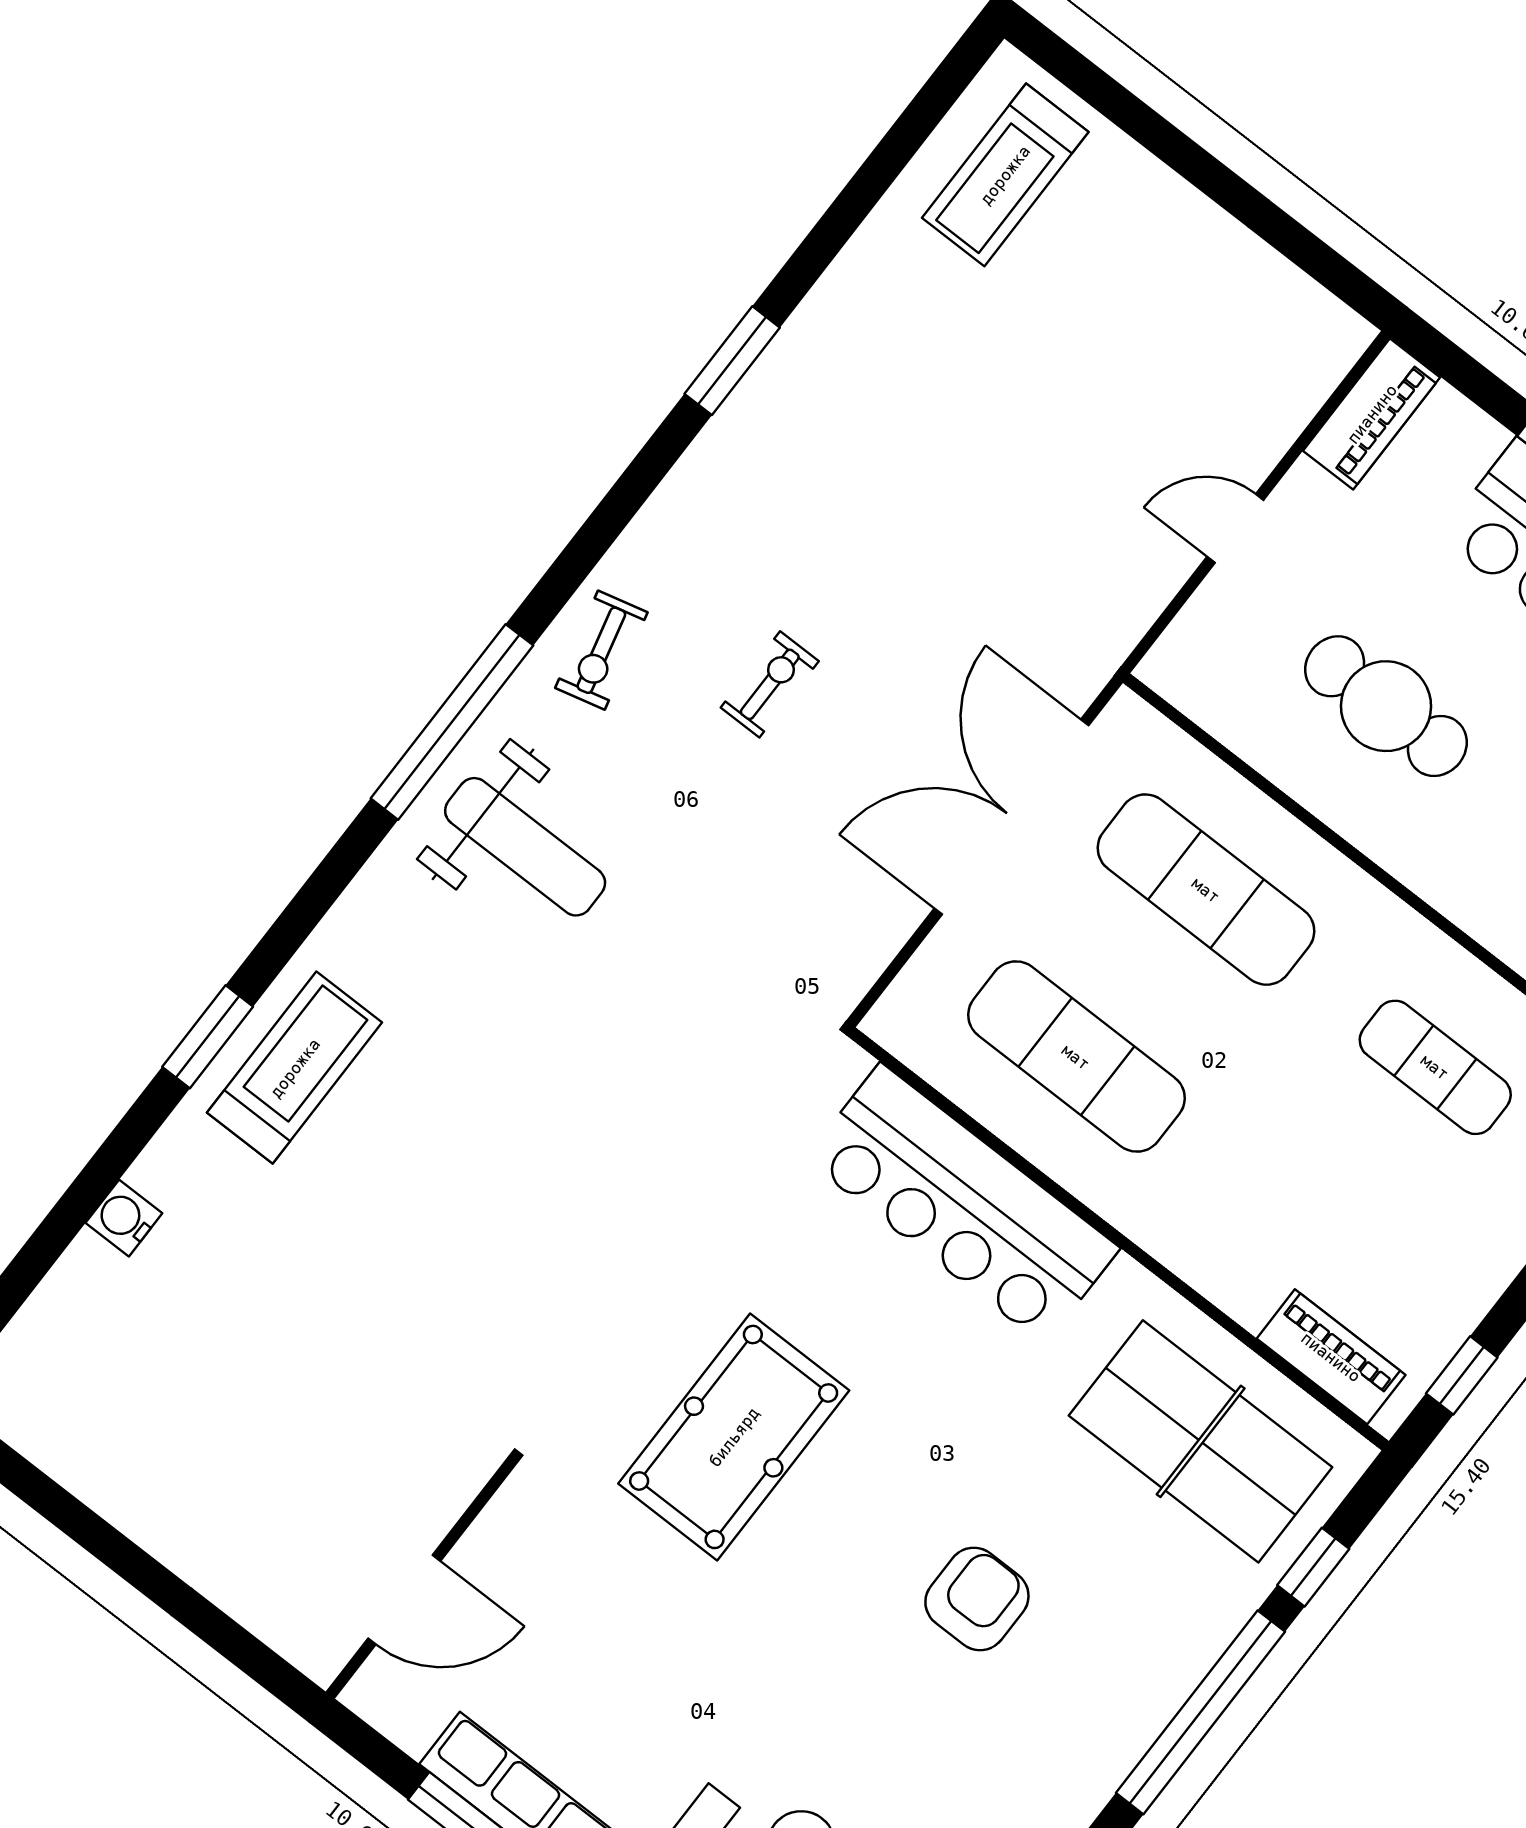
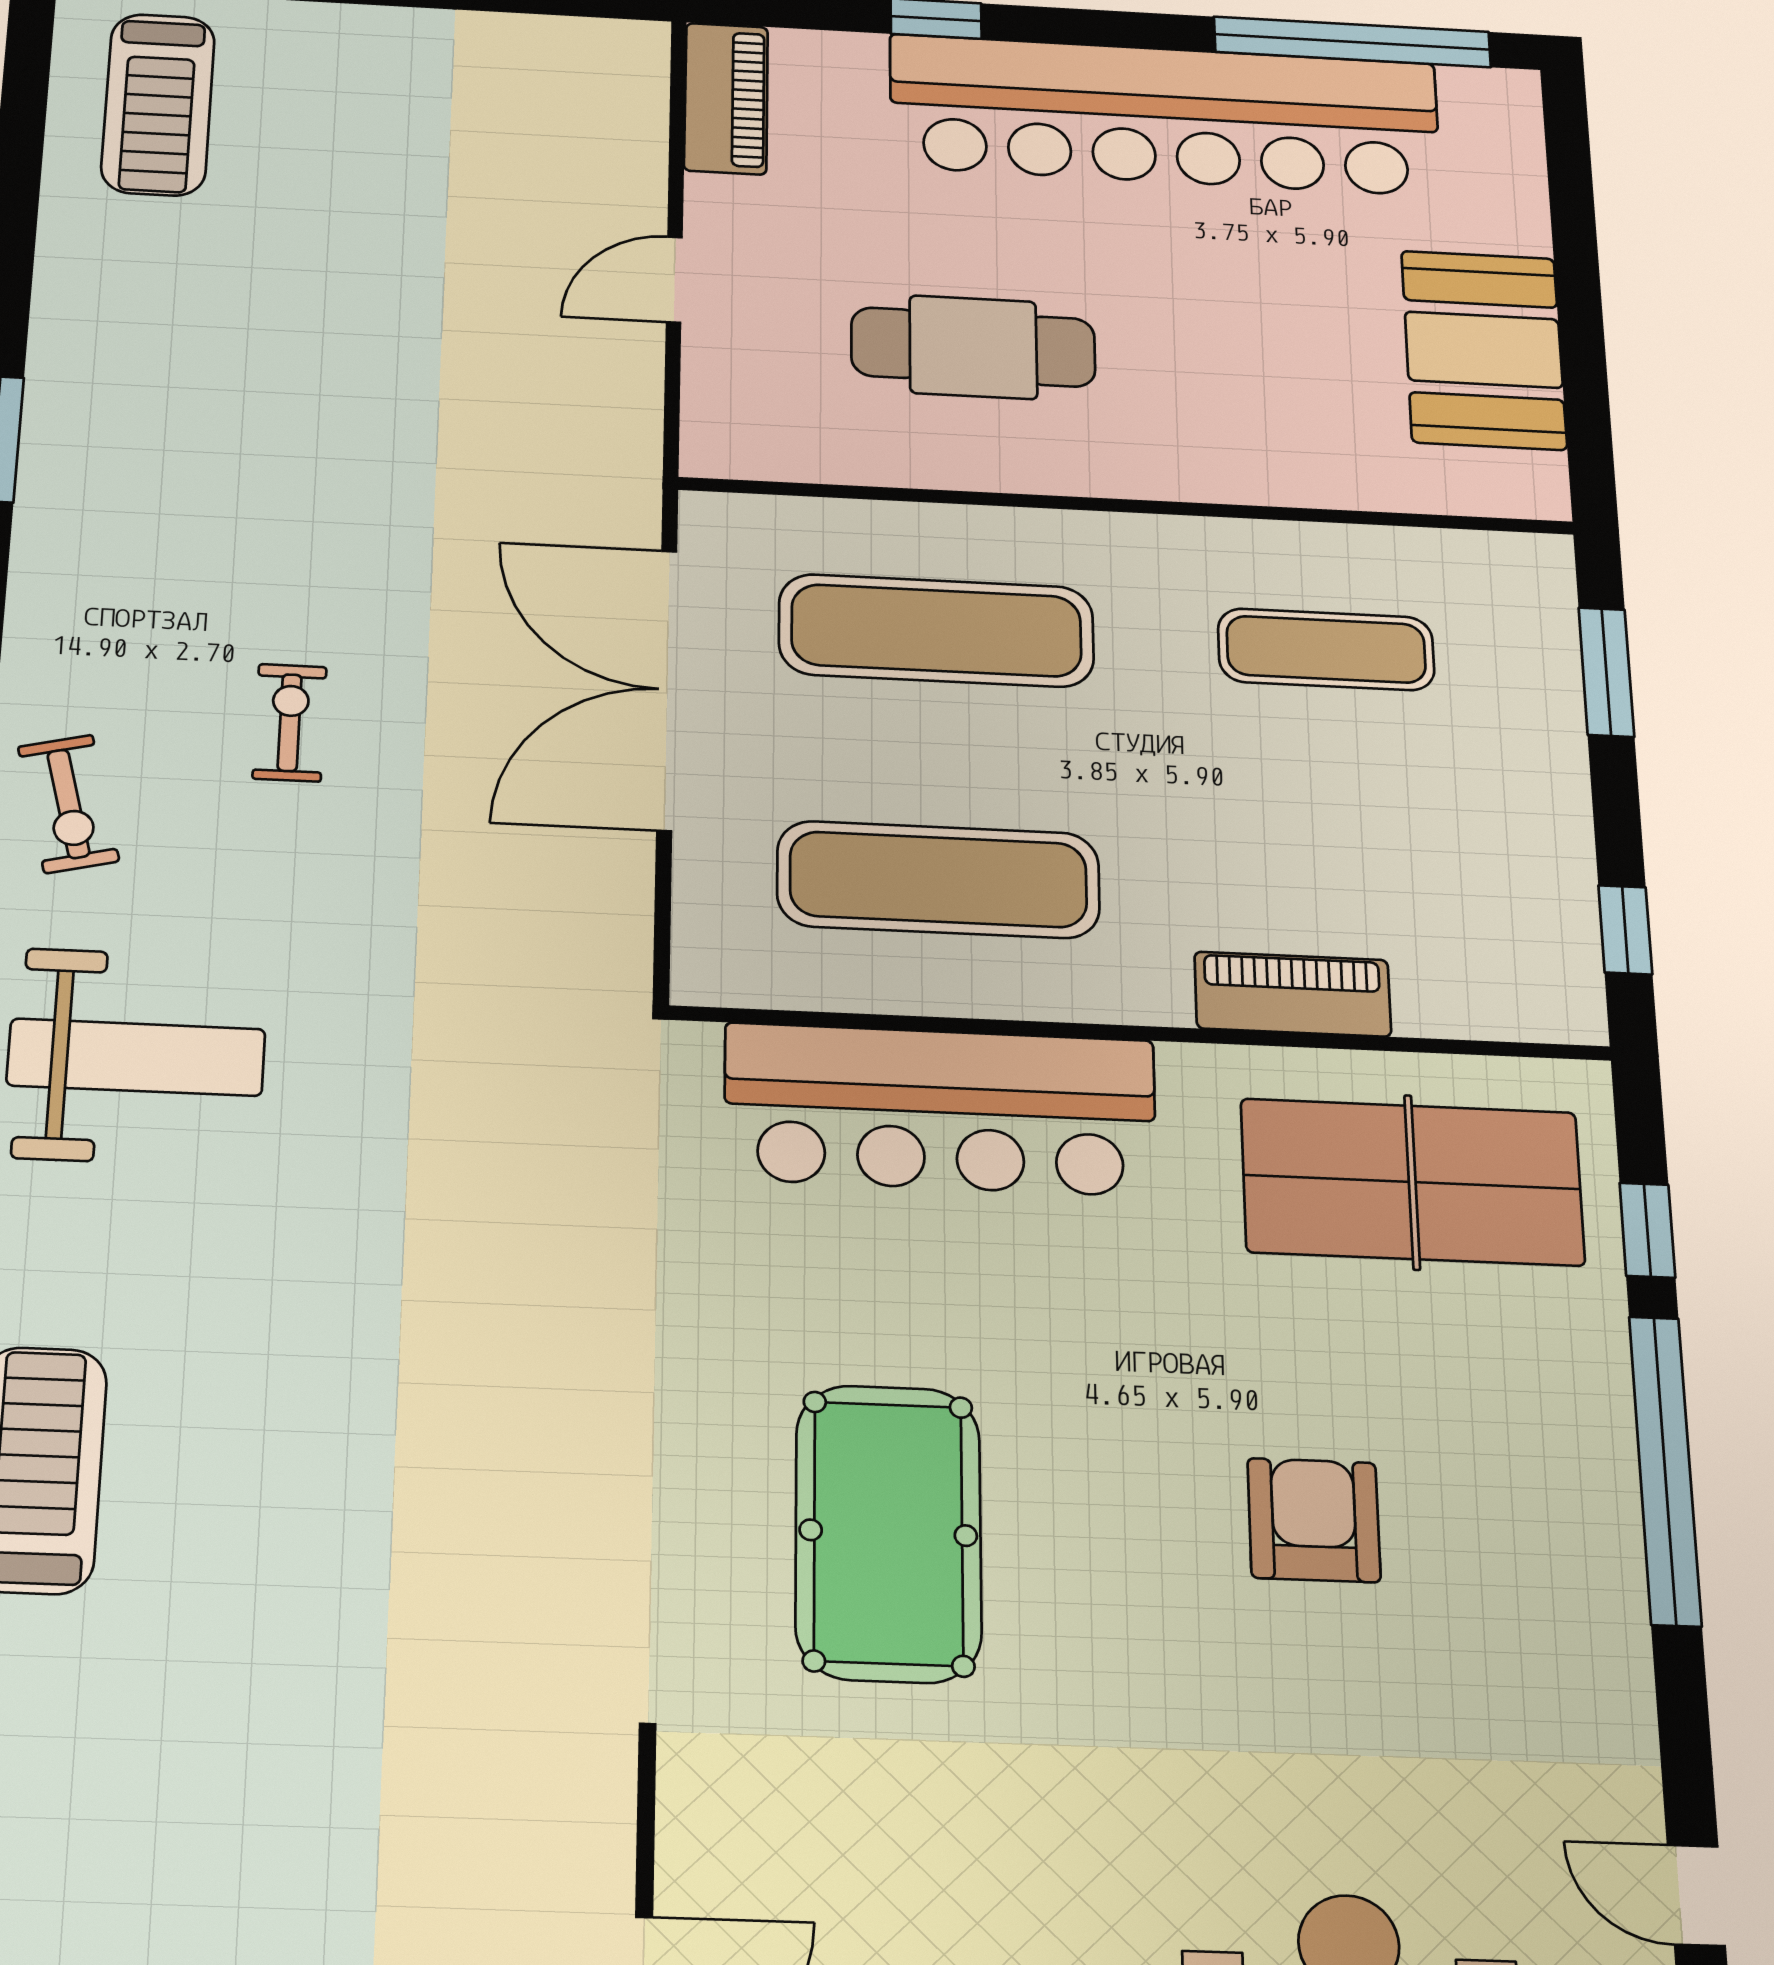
piano: (1331, 1357) -> (1293, 994), moved

